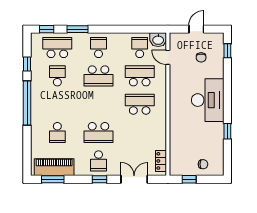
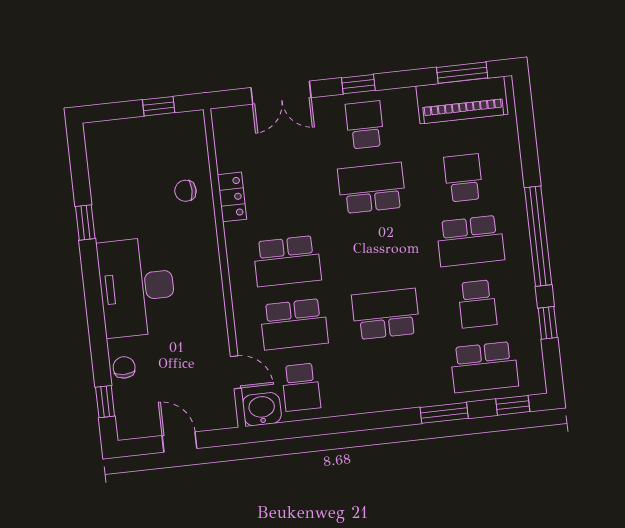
door: (196, 29) -> (180, 442), swing flipped
school desk: (99, 48) -> (470, 241), moved, width x1.85
chair: (201, 57) -> (124, 367), moved
locker: (161, 161) -> (232, 197), moved
chair: (203, 164) -> (185, 191), moved

